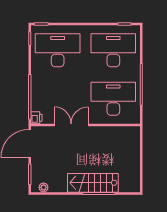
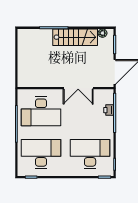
desk: (58, 50) -> (90, 154), turned 180
desk: (113, 50) -> (41, 154), turned 180
printer: (36, 118) -> (109, 110), moved
stairs: (93, 183) -> (75, 37), moved

